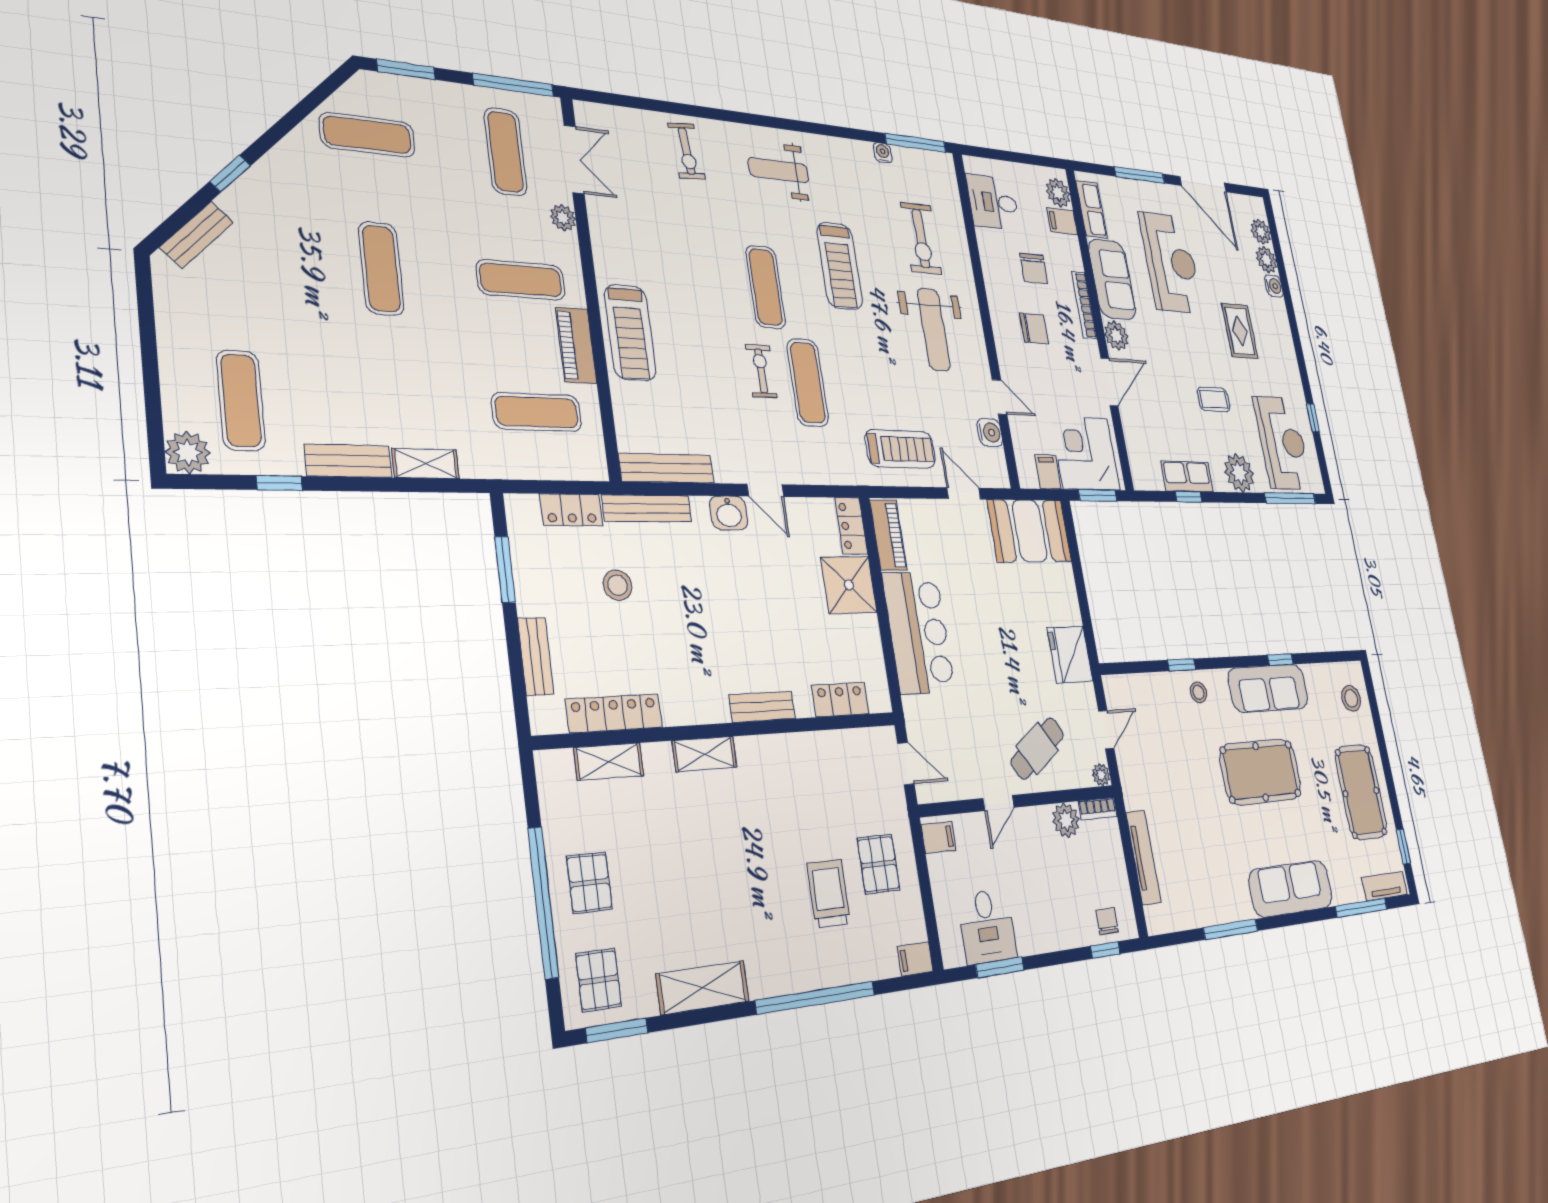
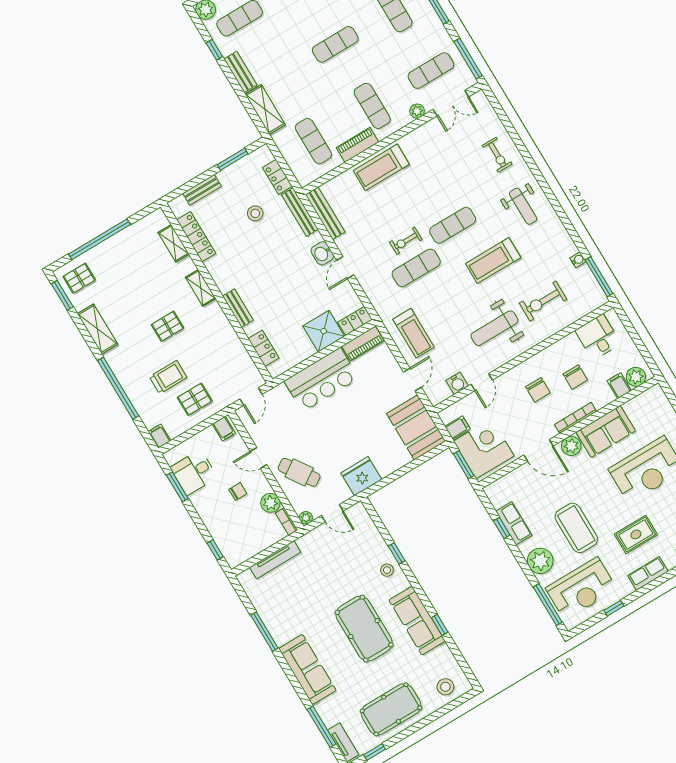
exercise bike: (687, 151) -> (497, 155), turned -85
weight bench: (779, 170) -> (523, 206), turned 180
row of seats: (1091, 209) -> (648, 573), moved, turned 180
chair: (1034, 268) -> (575, 377), turned -90
exercise bike: (761, 371) -> (406, 241), turned 180
coffee table: (1214, 399) -> (576, 528), width x1.86, depth x1.72
shelving: (426, 464) -> (265, 109), width x1.50, depth x1.33
pallet: (589, 883) -> (168, 326), moved
chair: (1107, 921) -> (238, 492), moved

